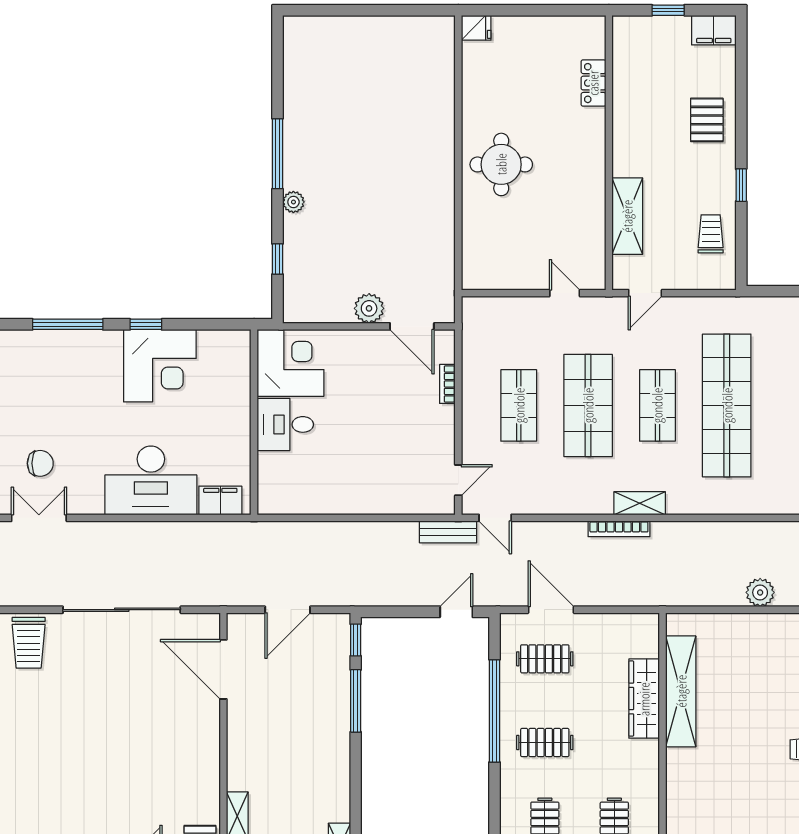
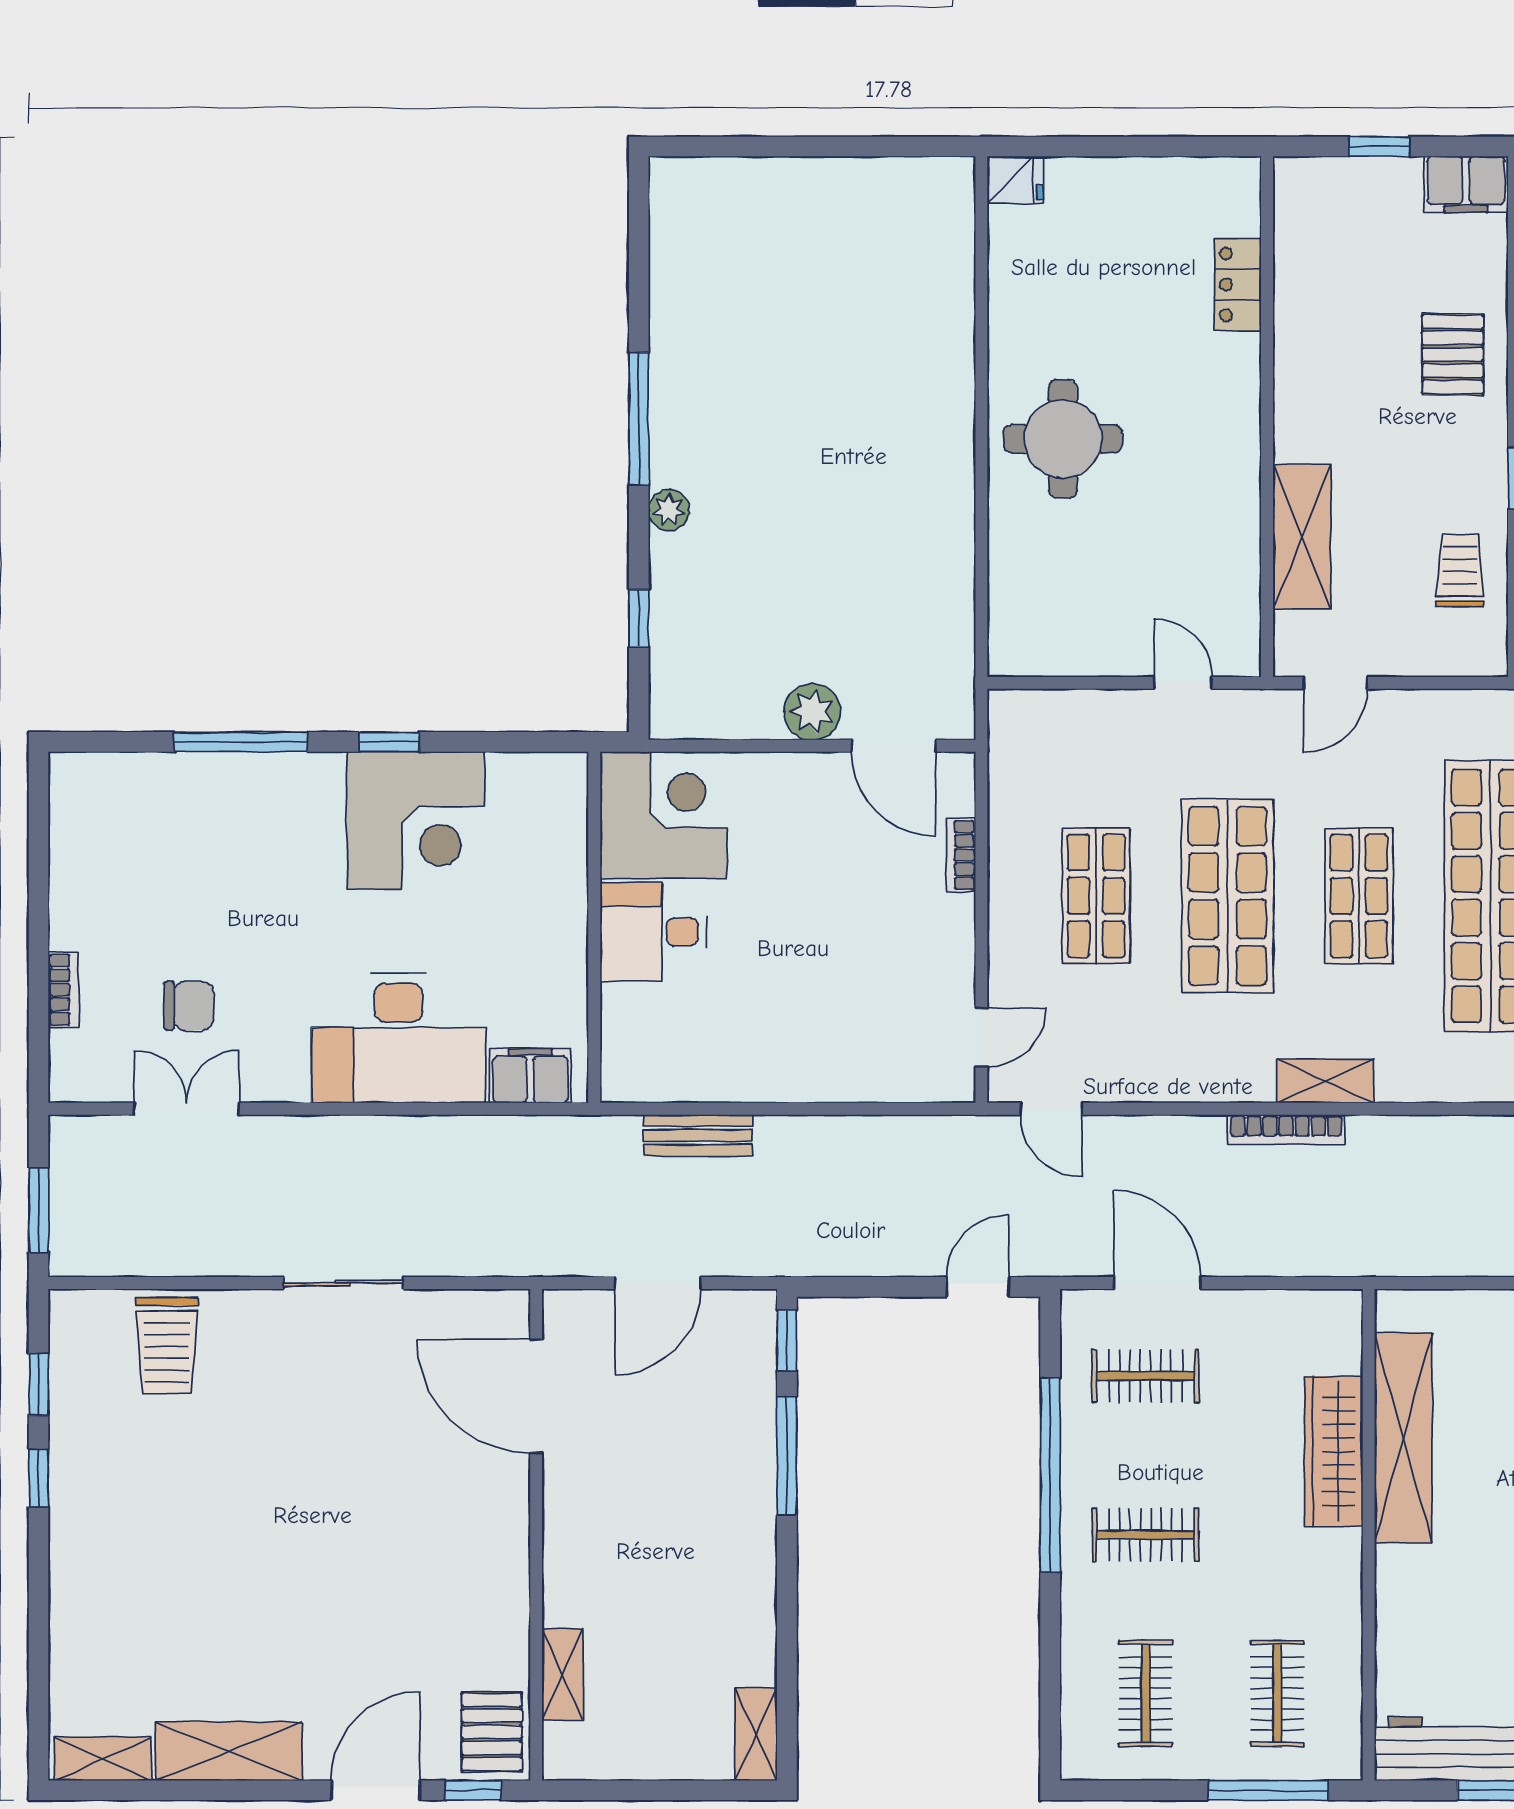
bench: (448, 532) -> (698, 1135), moved
sliding door: (122, 610) -> (343, 1283), width x0.54

